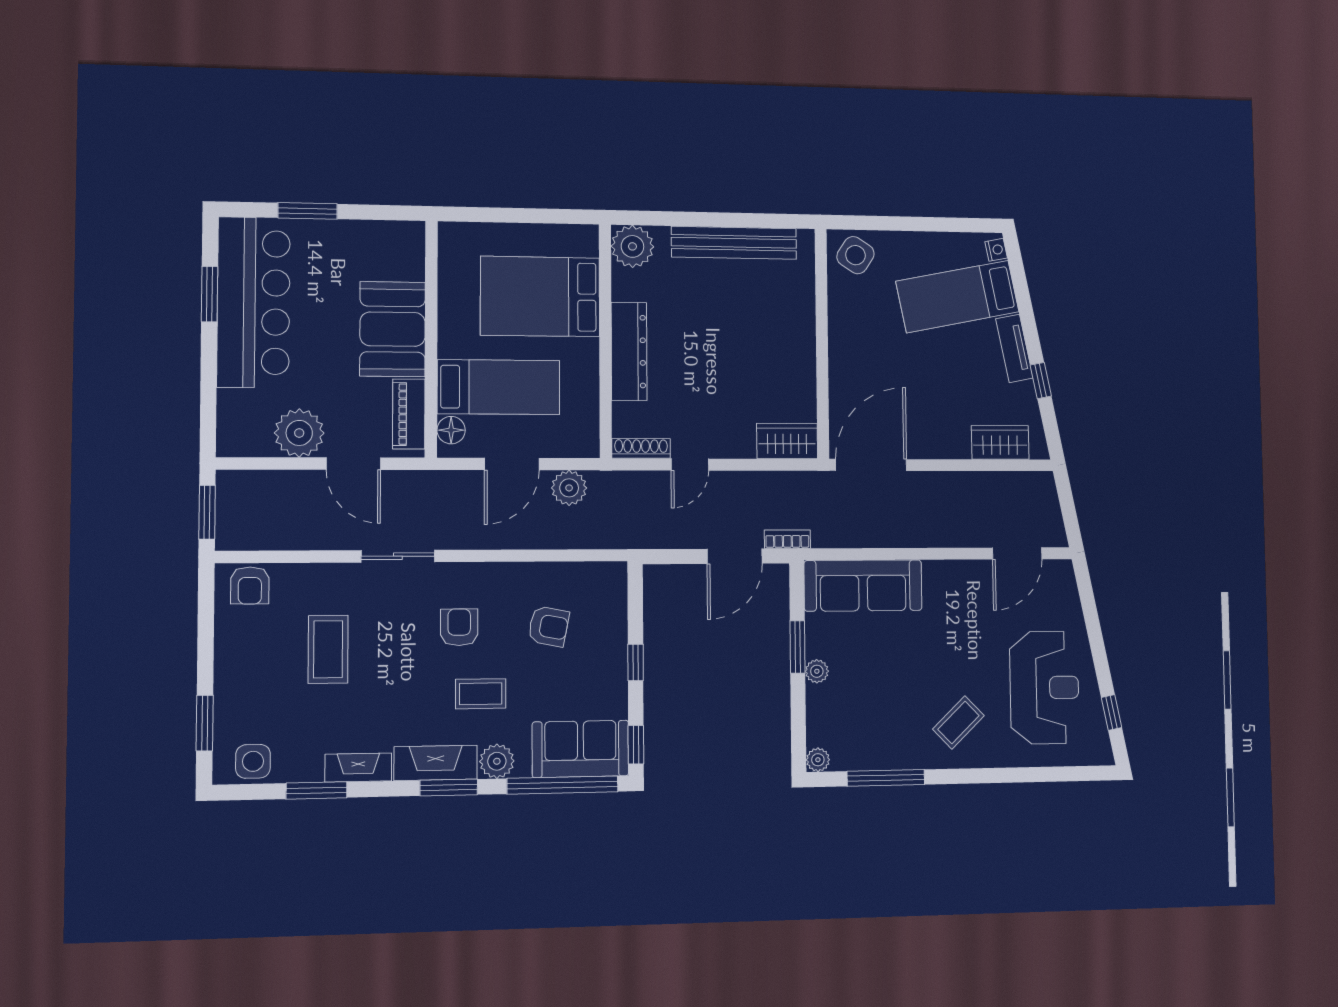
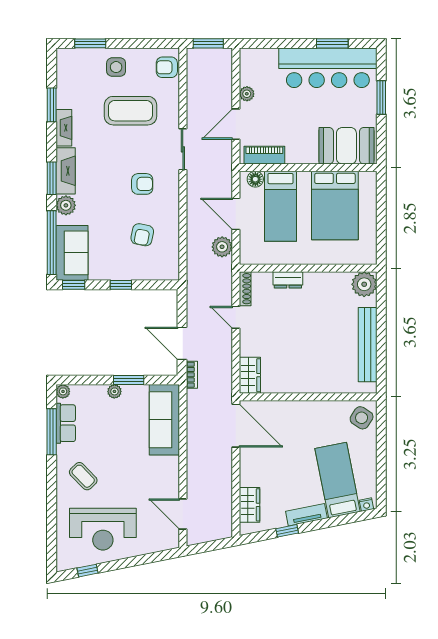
bed: (540, 296) -> (335, 206), moved, turned 180
booth: (393, 329) -> (346, 146), moved
dresser: (629, 351) -> (288, 280), width x0.51, depth x0.80
plant: (299, 433) -> (247, 94), width x0.53, depth x0.53
coffee table: (328, 649) -> (131, 111), width x1.36, depth x1.32
coffee table: (481, 694) -> (104, 196), removed
row of seats: (871, 754) -> (66, 423), added
side table: (253, 761) -> (116, 67), moved

